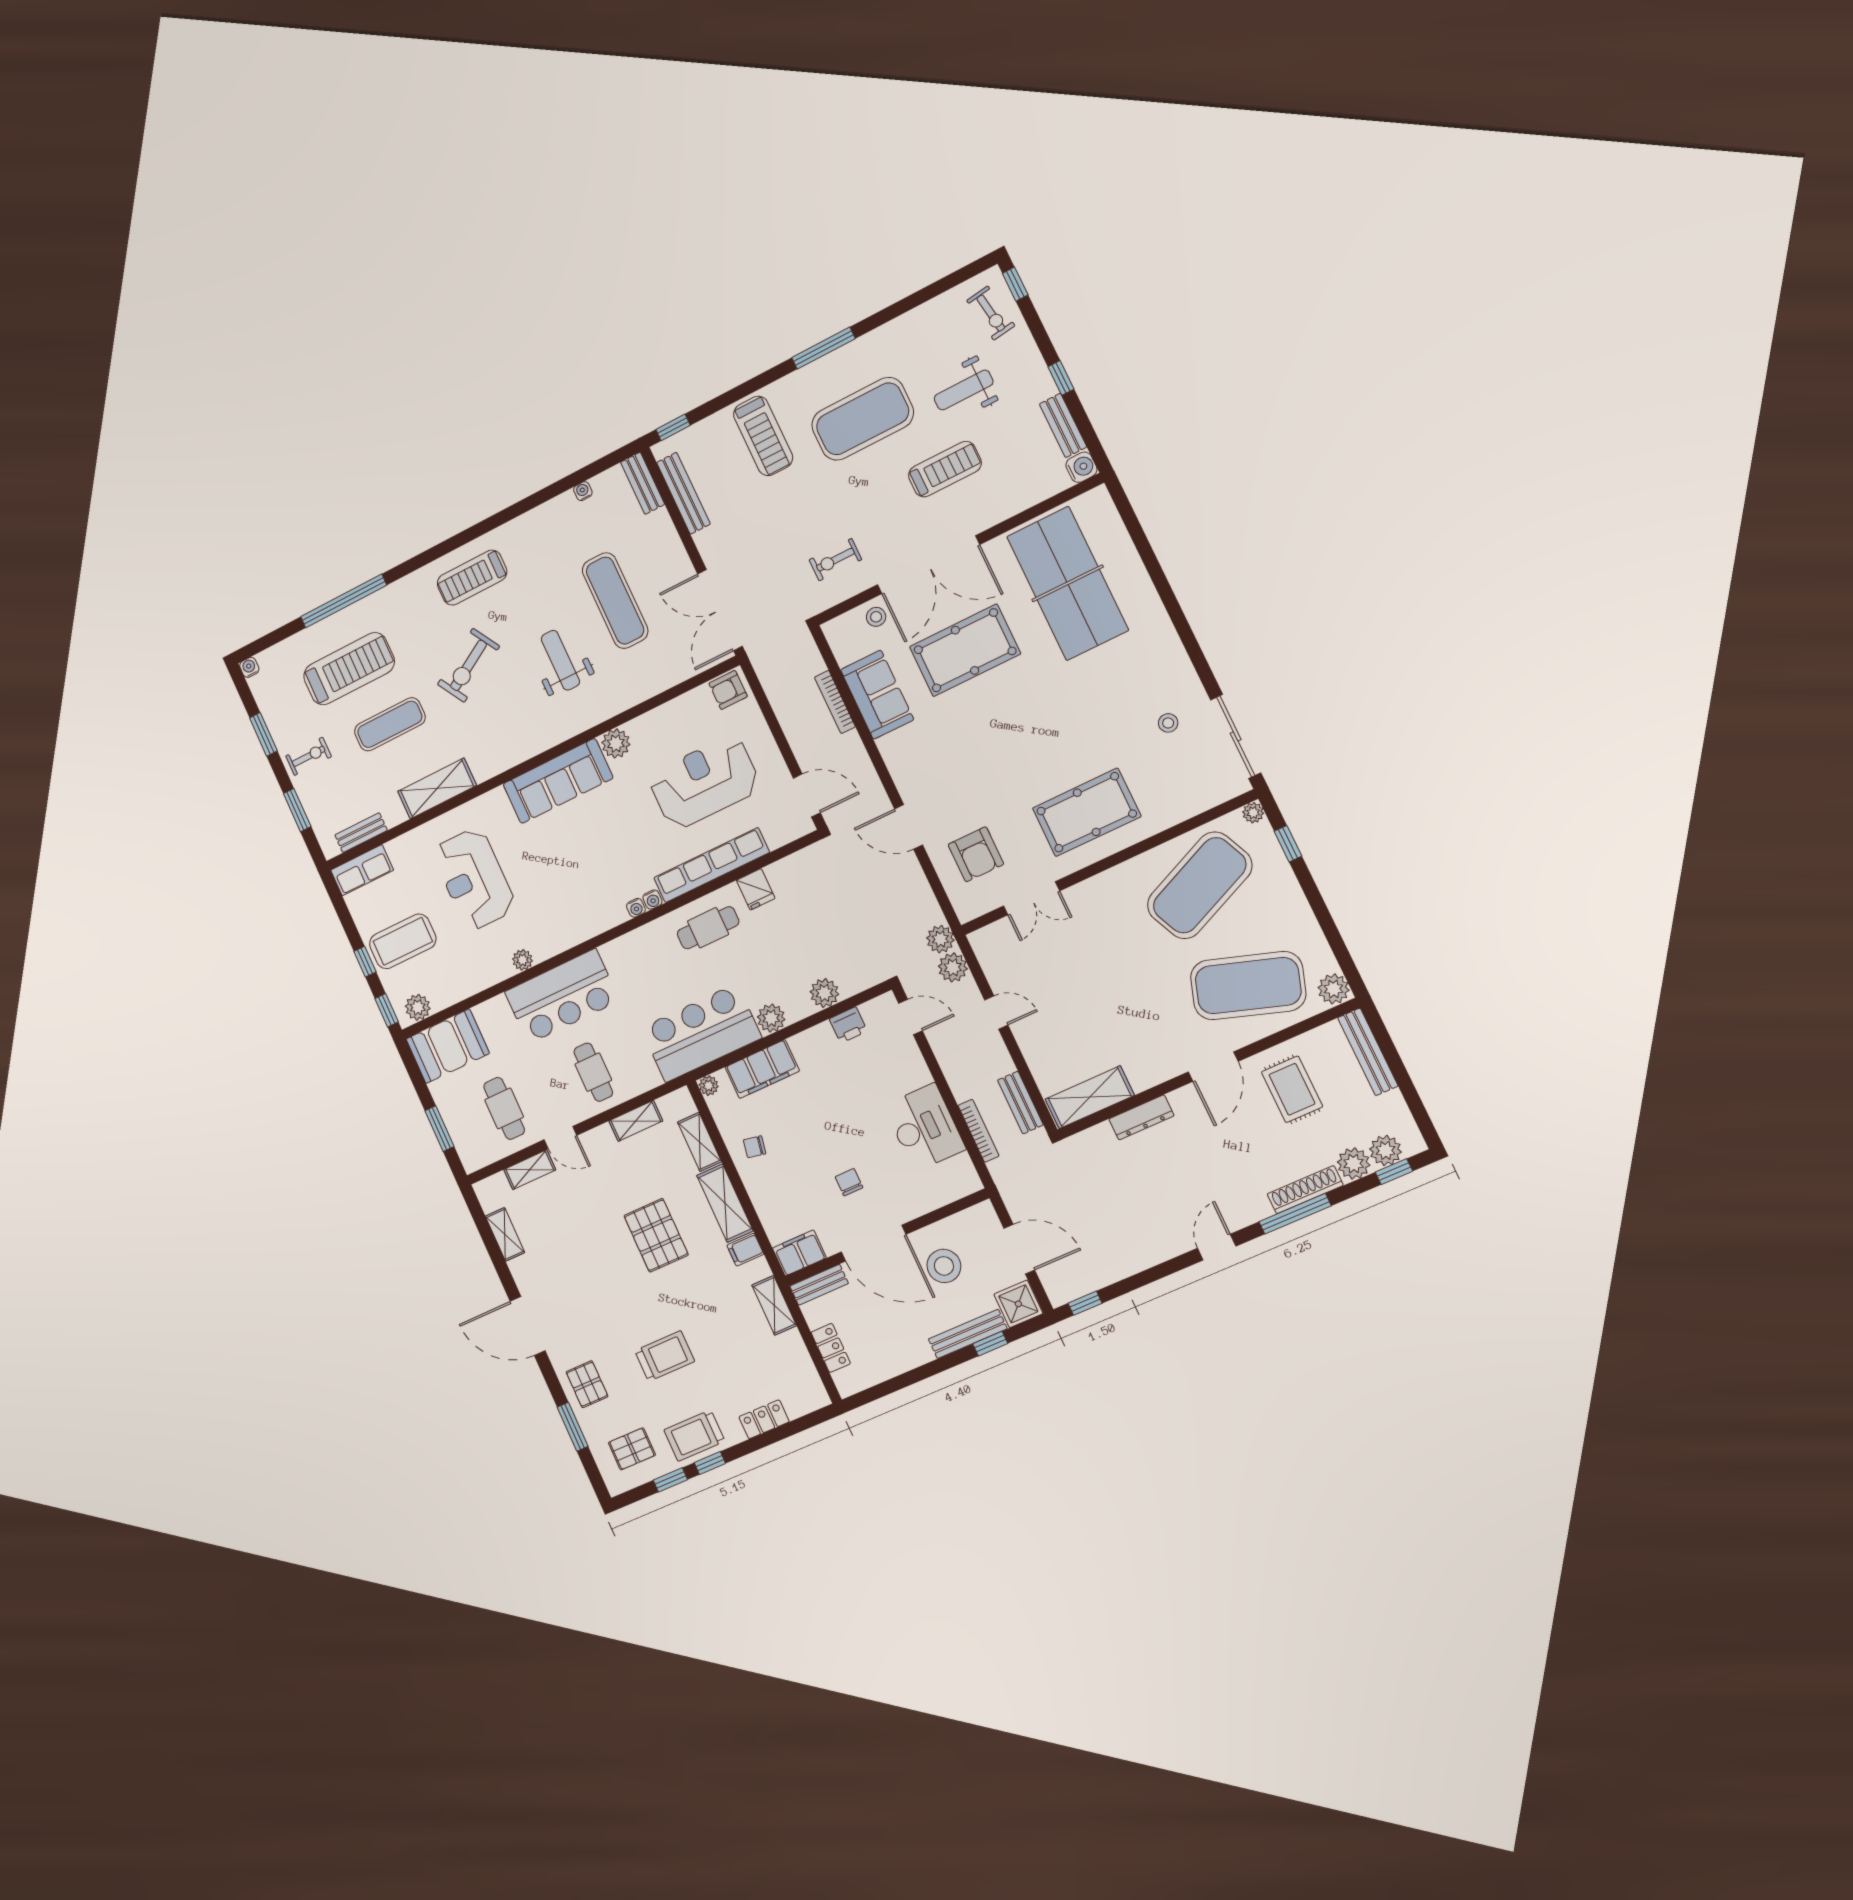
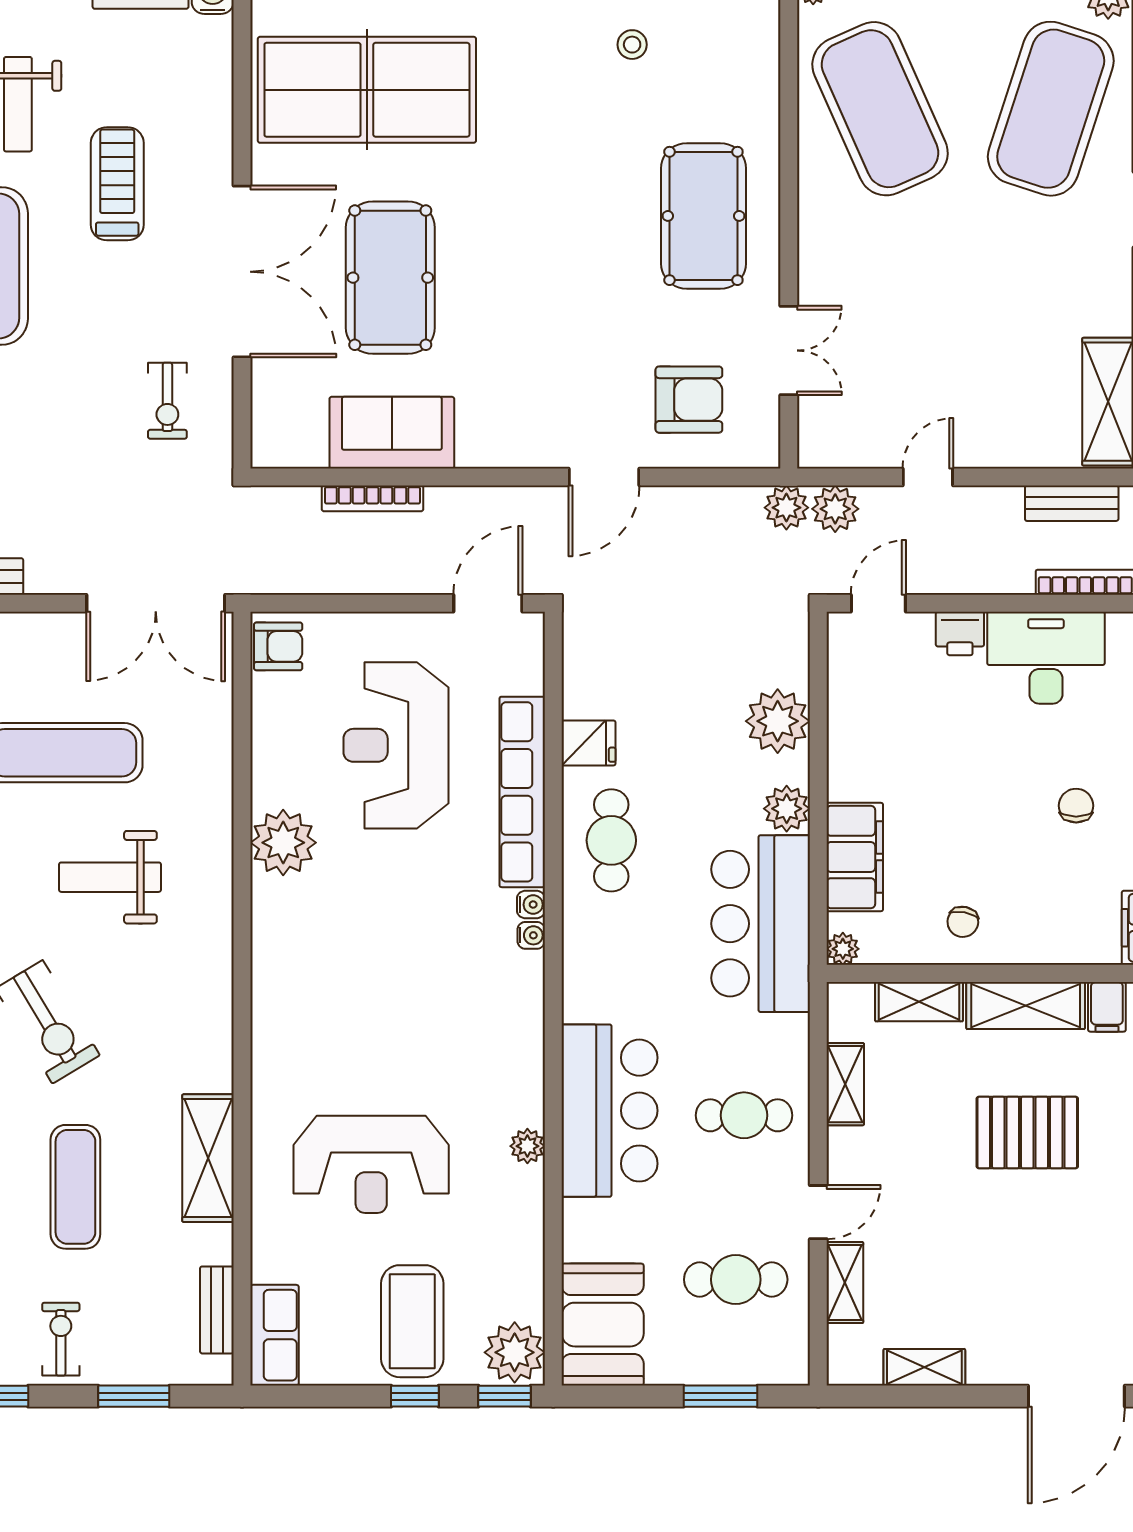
stool: (876, 617) -> (279, 381), removed
armchair: (728, 690) -> (278, 646), turned -90
plant: (616, 743) -> (283, 843), width x1.36, depth x1.36
sofa: (558, 781) -> (287, 966), removed
plant: (824, 993) -> (778, 721), width x1.36, depth x1.36
plant: (418, 1007) -> (515, 1352), width x1.36, depth x1.36
printer: (848, 1025) -> (960, 634), moved, turned 90
chair: (849, 1182) -> (1076, 806), turned 90

